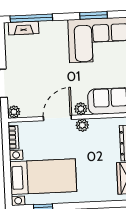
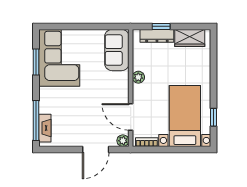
plant: (81, 109) -> (123, 78), removed
door: (57, 118) -> (131, 117), moved

